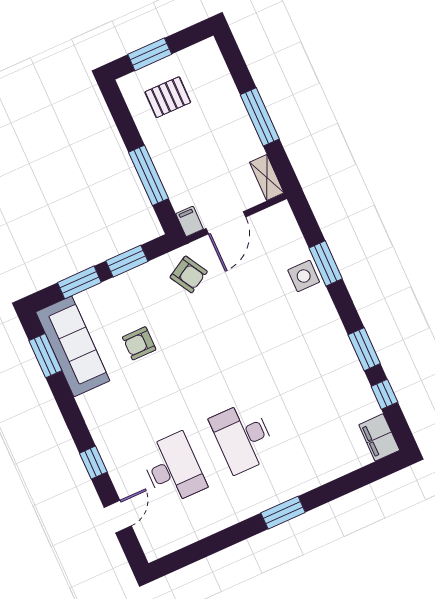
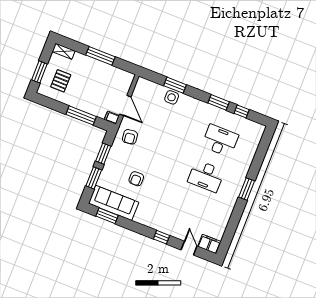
shelving: (267, 177) -> (64, 51), moved
armchair: (189, 274) -> (130, 137), turned 113
filing cabinet: (379, 437) -> (209, 244), moved, turned 180
desk: (173, 469) -> (220, 141), moved

